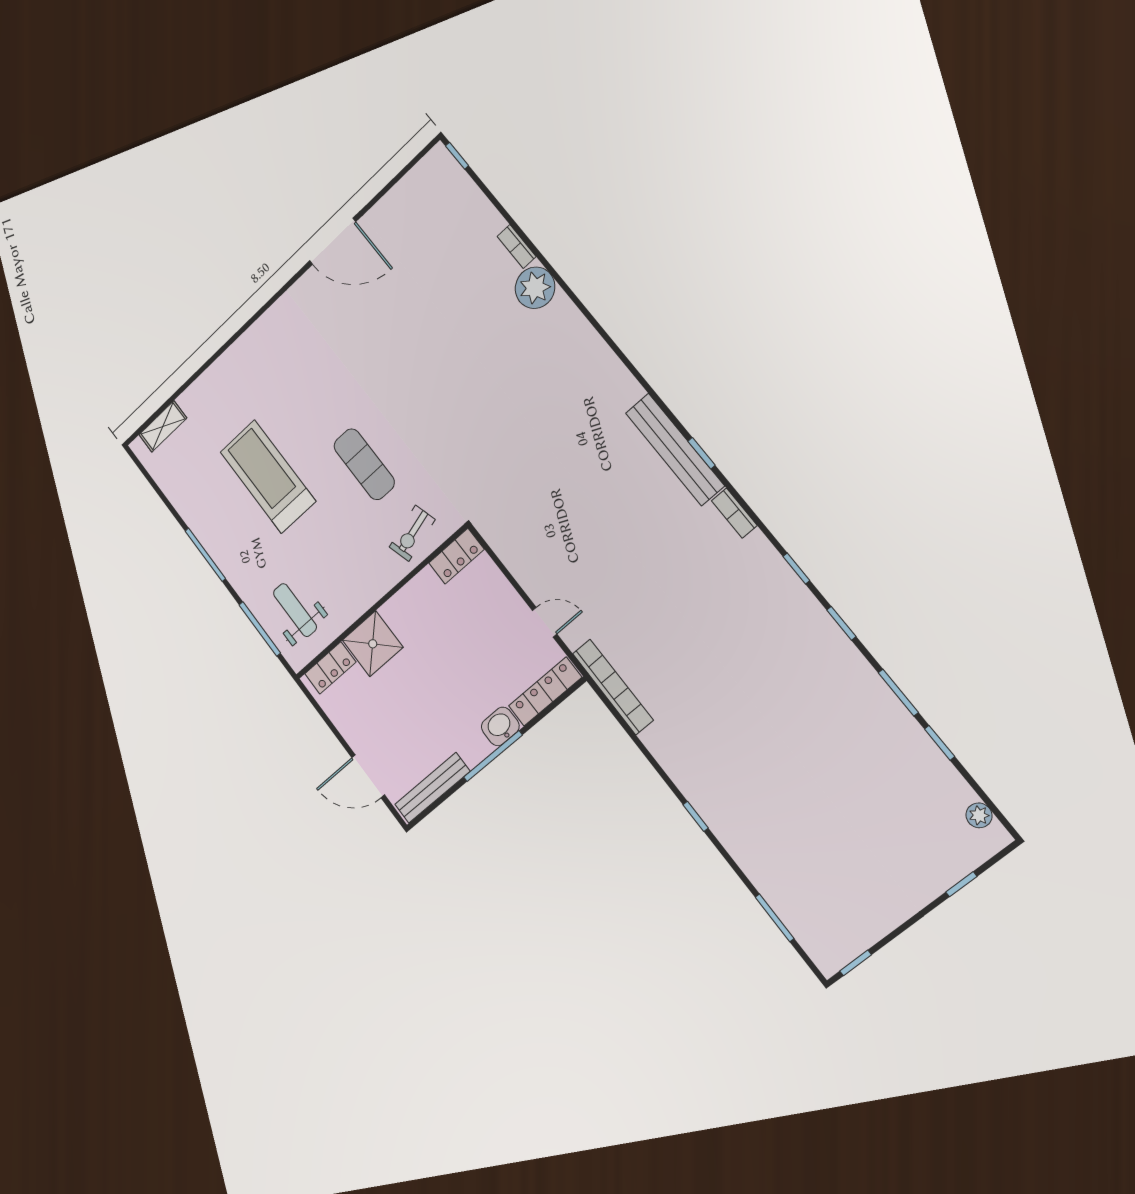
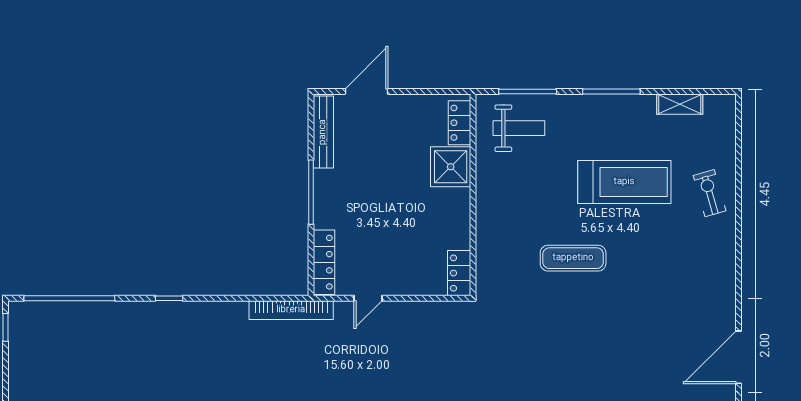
shelving: (163, 426) -> (680, 104), moved, turned 90
exercise bike: (412, 533) -> (710, 193), moved
washbasin: (500, 726) -> (326, 213), removed
window: (775, 918) -> (69, 298), width x2.11

